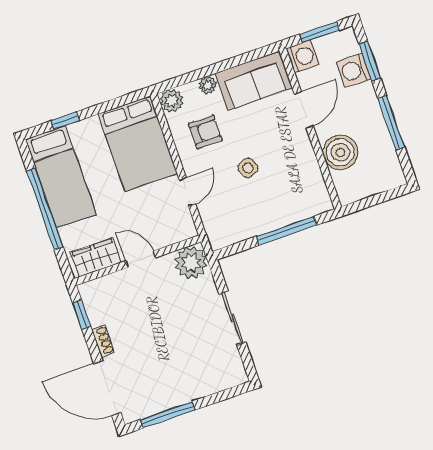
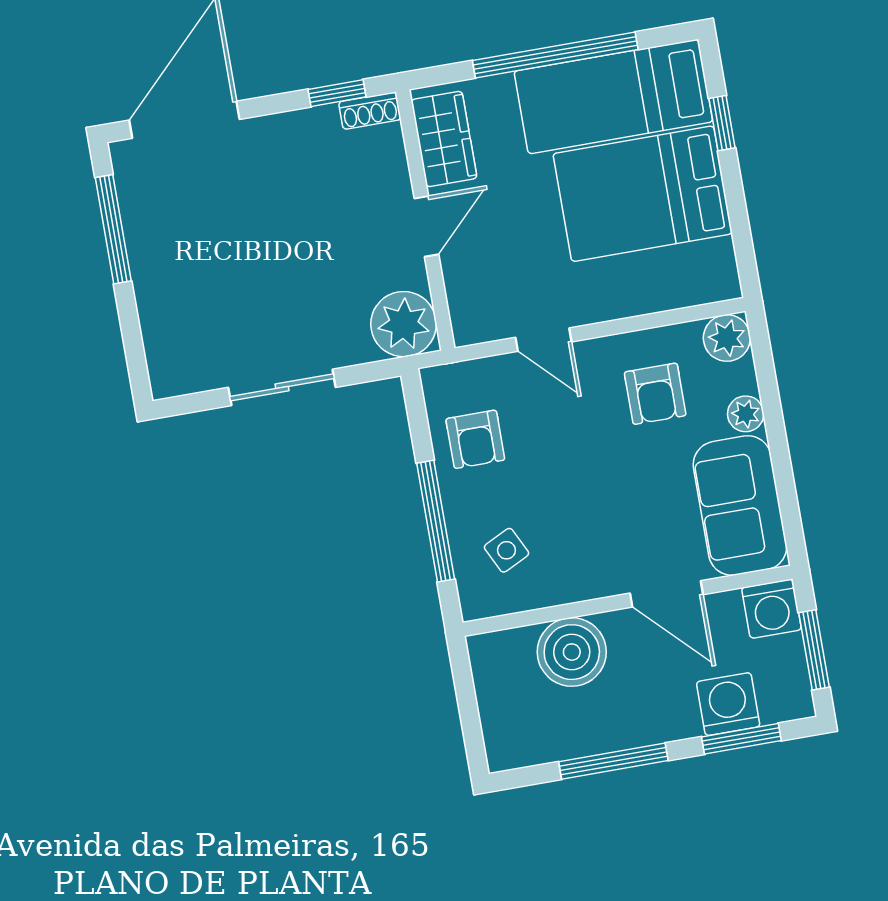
bed: (138, 144) -> (643, 194), moved
side table: (248, 168) -> (506, 550), moved
armchair: (243, 218) -> (475, 439), added
shoe rack: (103, 341) -> (370, 111), moved

